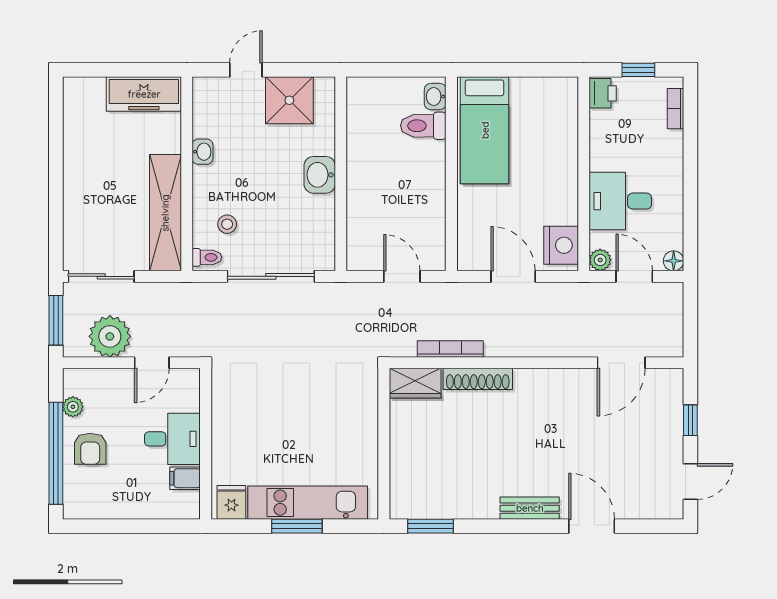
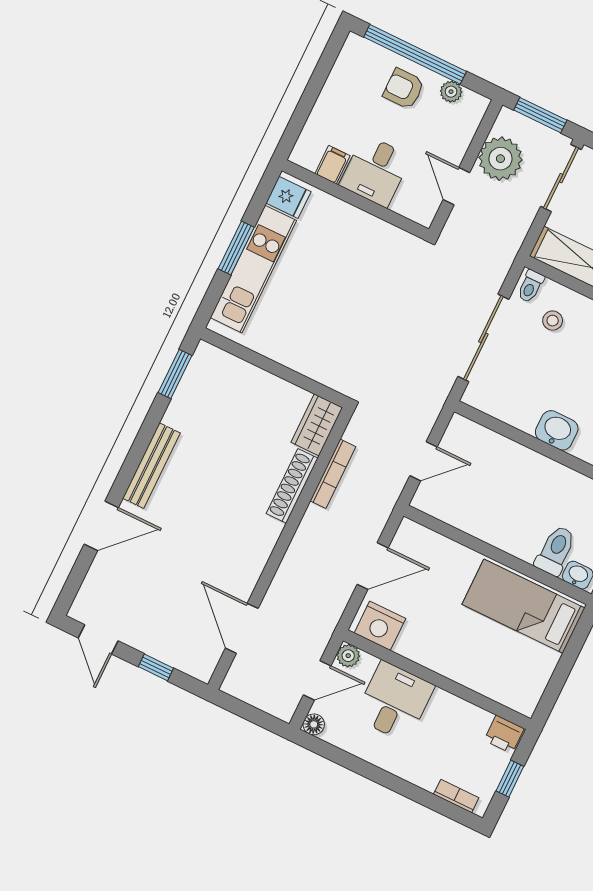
bench: (530, 508) -> (151, 466), width x1.36

